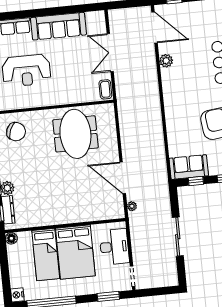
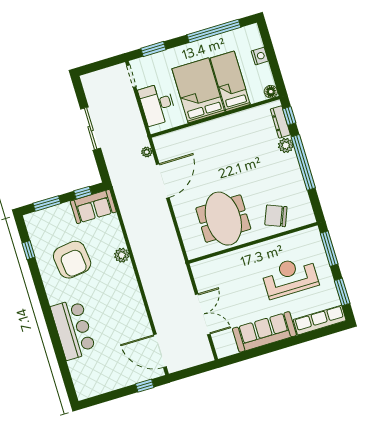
plant: (166, 61) -> (122, 255), moved
coffee table: (105, 89) -> (200, 273), removed
chair: (16, 132) -> (276, 216), moved
door: (123, 178) -> (163, 181), hinge flipped
nightstand: (17, 295) -> (260, 56), moved

